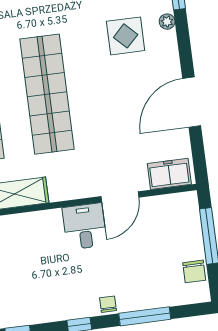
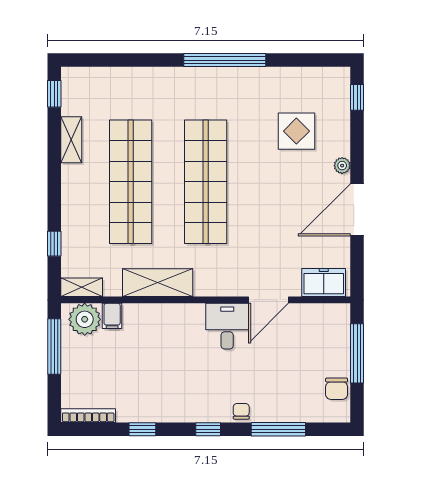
plant: (167, 22) -> (342, 166), moved

